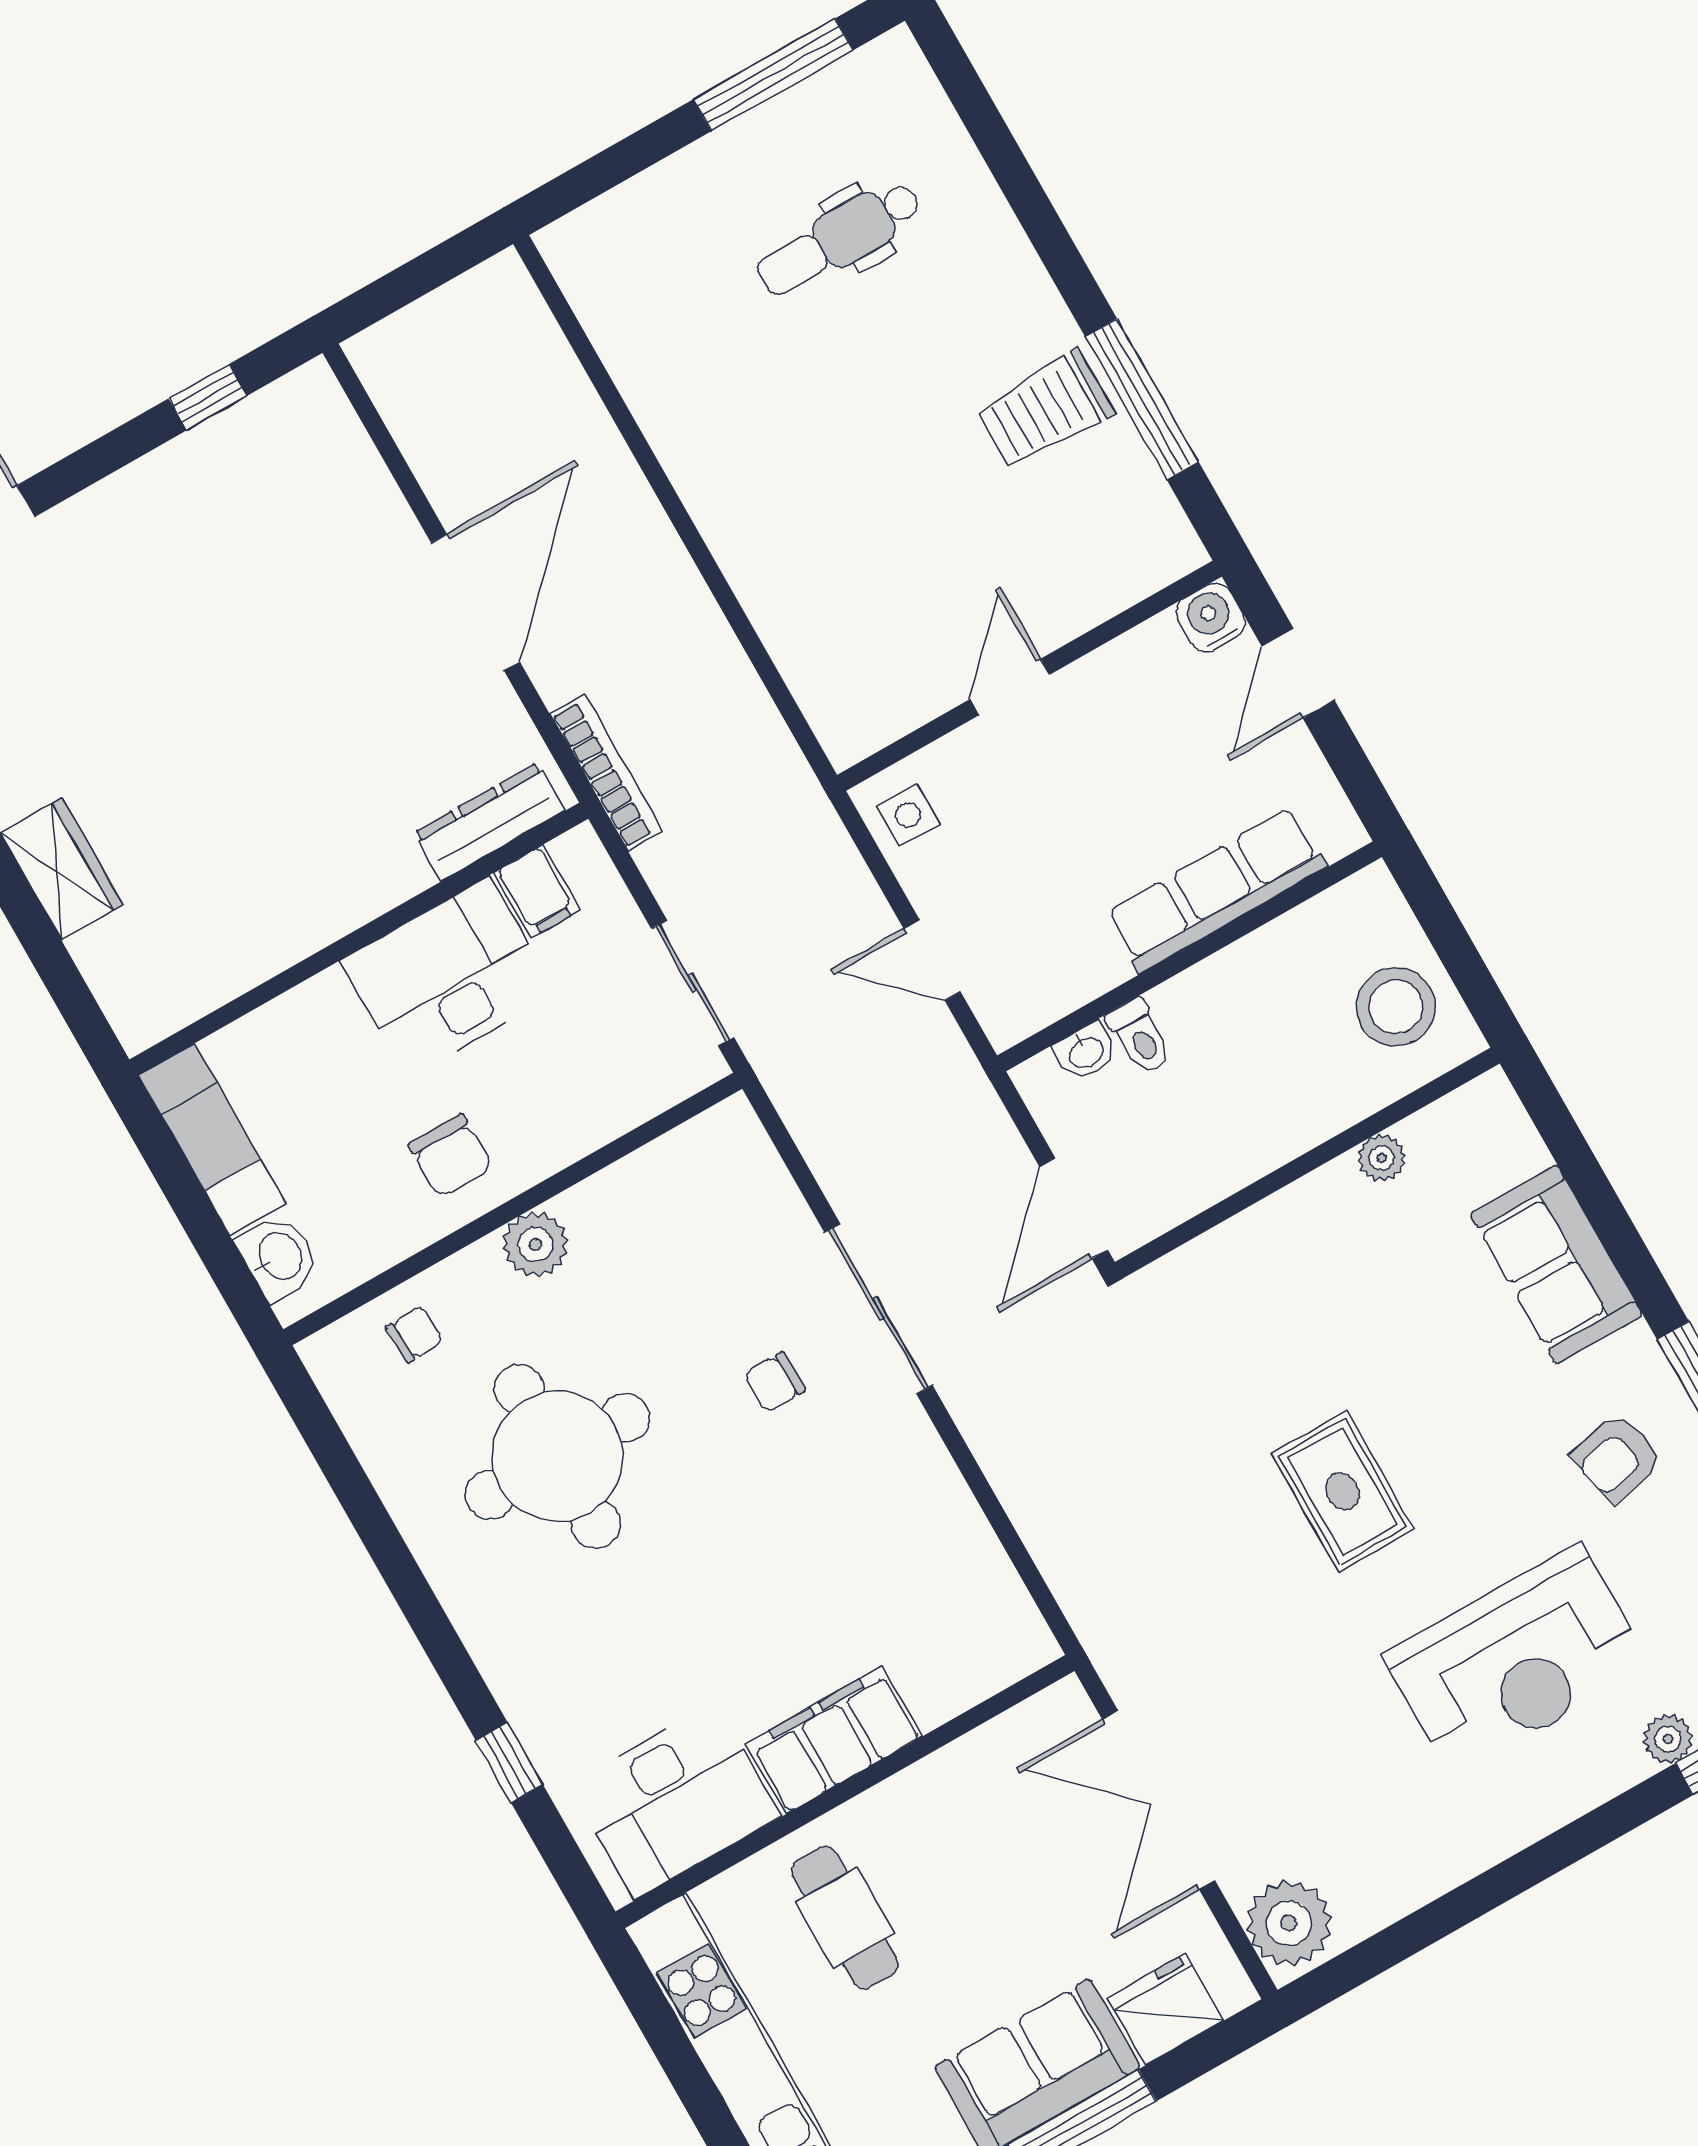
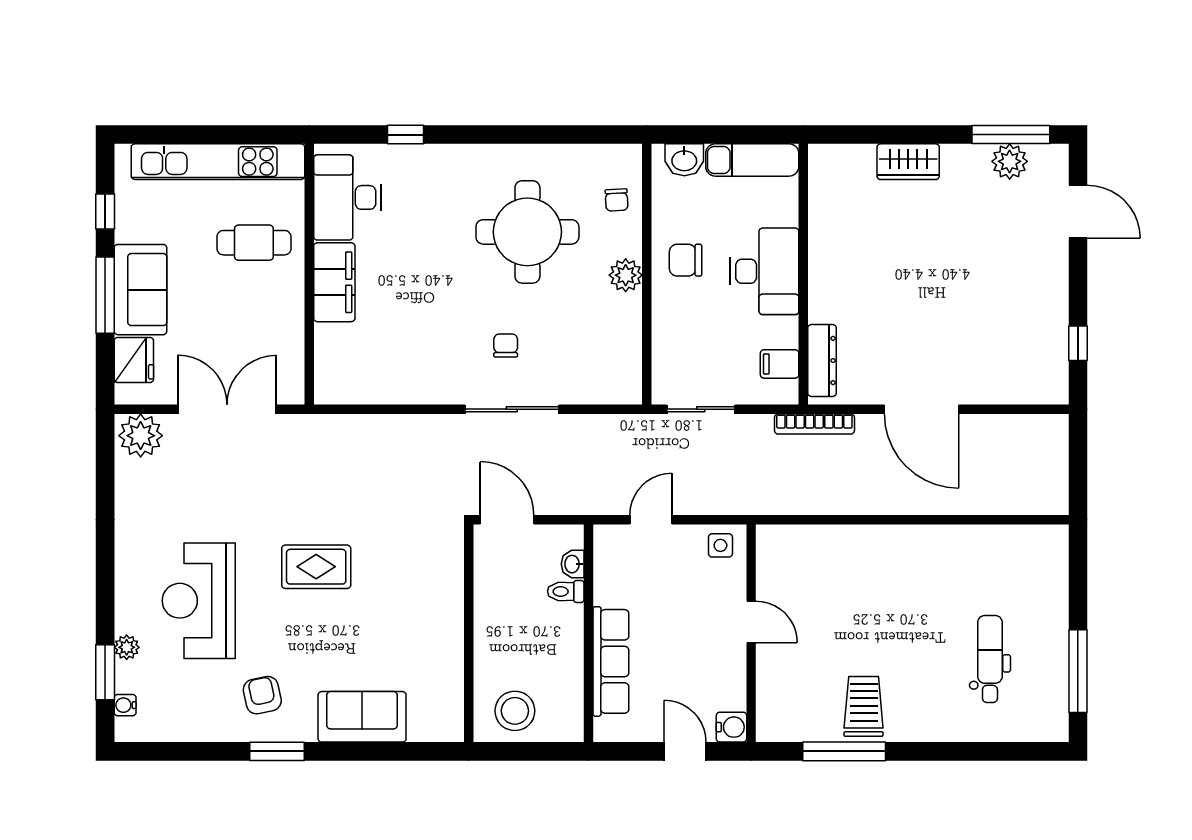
desk: (448, 977) -> (765, 271), moved
plant: (1382, 1158) -> (452, 667), removed

